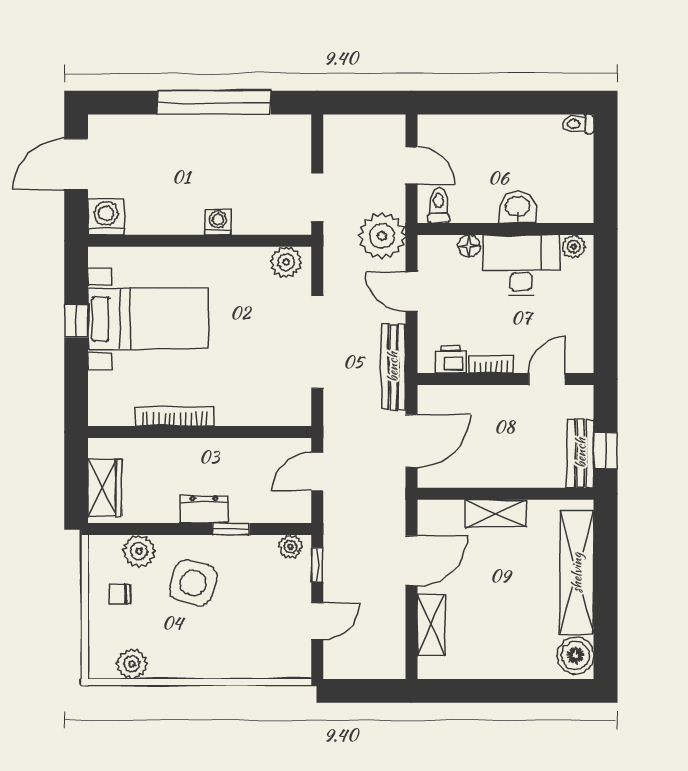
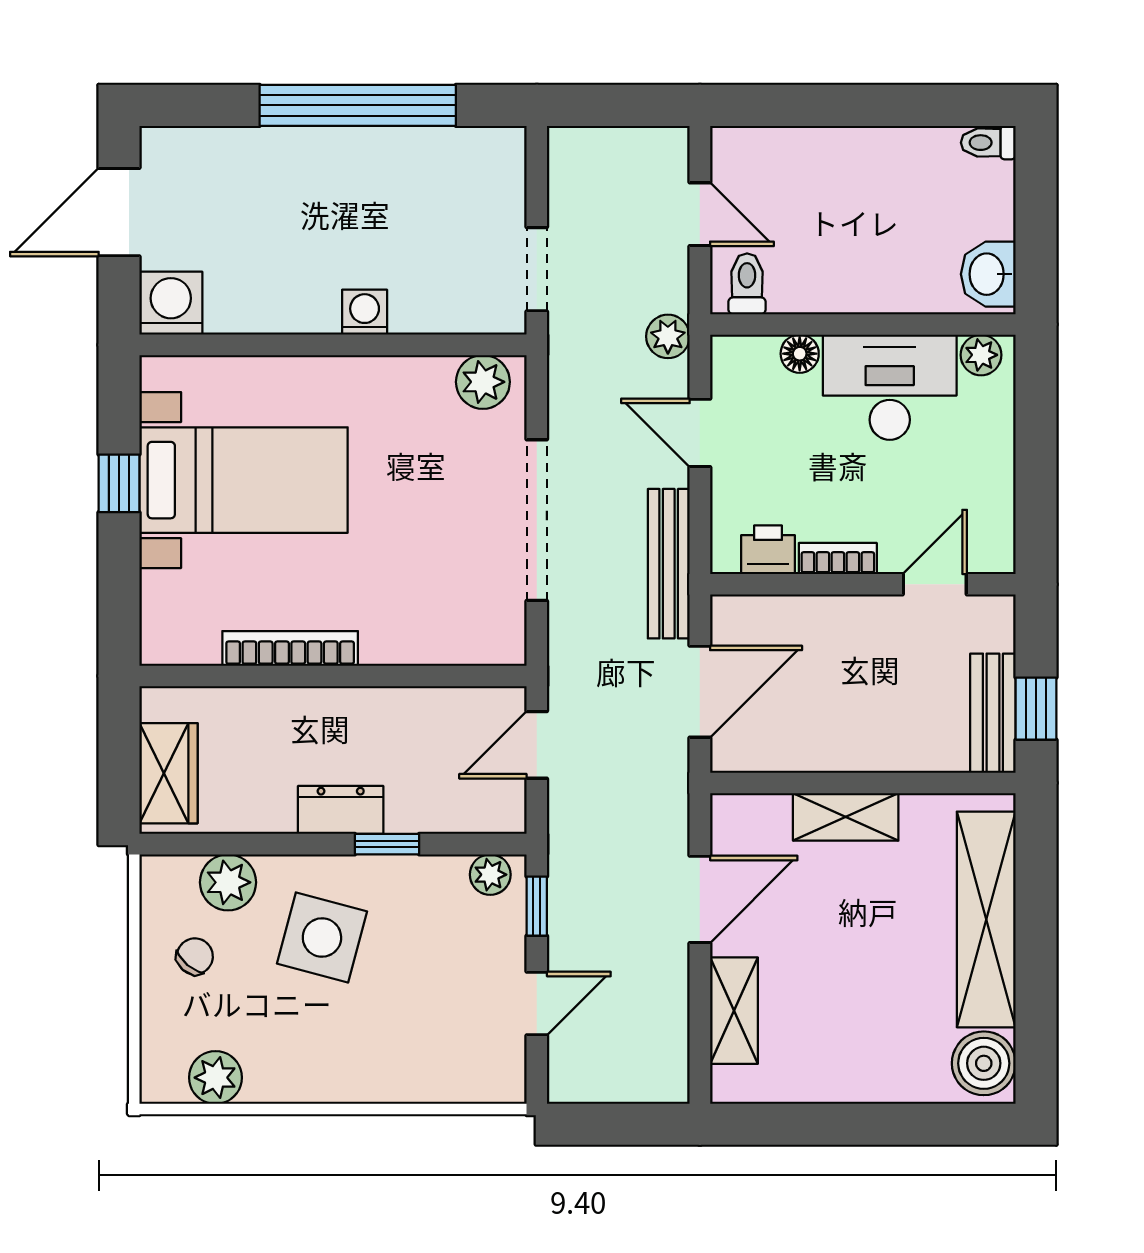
washbasin: (518, 207) -> (988, 274), moved, turned -90
plant: (382, 236) -> (668, 336), width x0.53, depth x0.53
chair: (120, 594) -> (195, 956), turned 130

